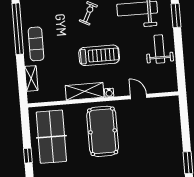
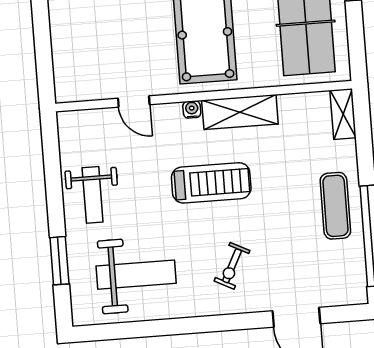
treadmill: (99, 55) -> (211, 183), turned 180
shelving: (31, 78) -> (343, 114), moved

